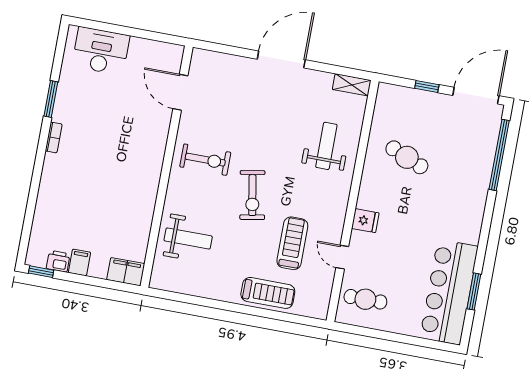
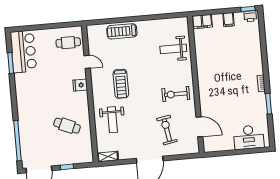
exercise bike: (252, 195) -> (167, 130), moved
treadmill: (292, 243) -> (121, 84), moved
printer: (58, 261) -> (250, 16), moved
bar counter: (449, 292) -> (23, 51), width x0.73

